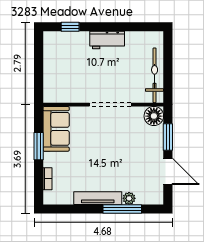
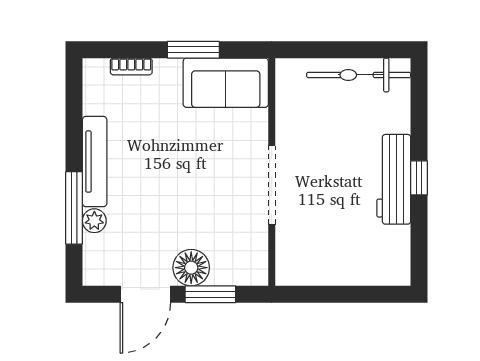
window: (70, 27) -> (419, 178), moved
workbench: (107, 40) -> (394, 179), width x1.38
bicycle: (155, 75) -> (359, 75), moved, turned 180
floor lamp: (154, 116) -> (191, 268), moved

